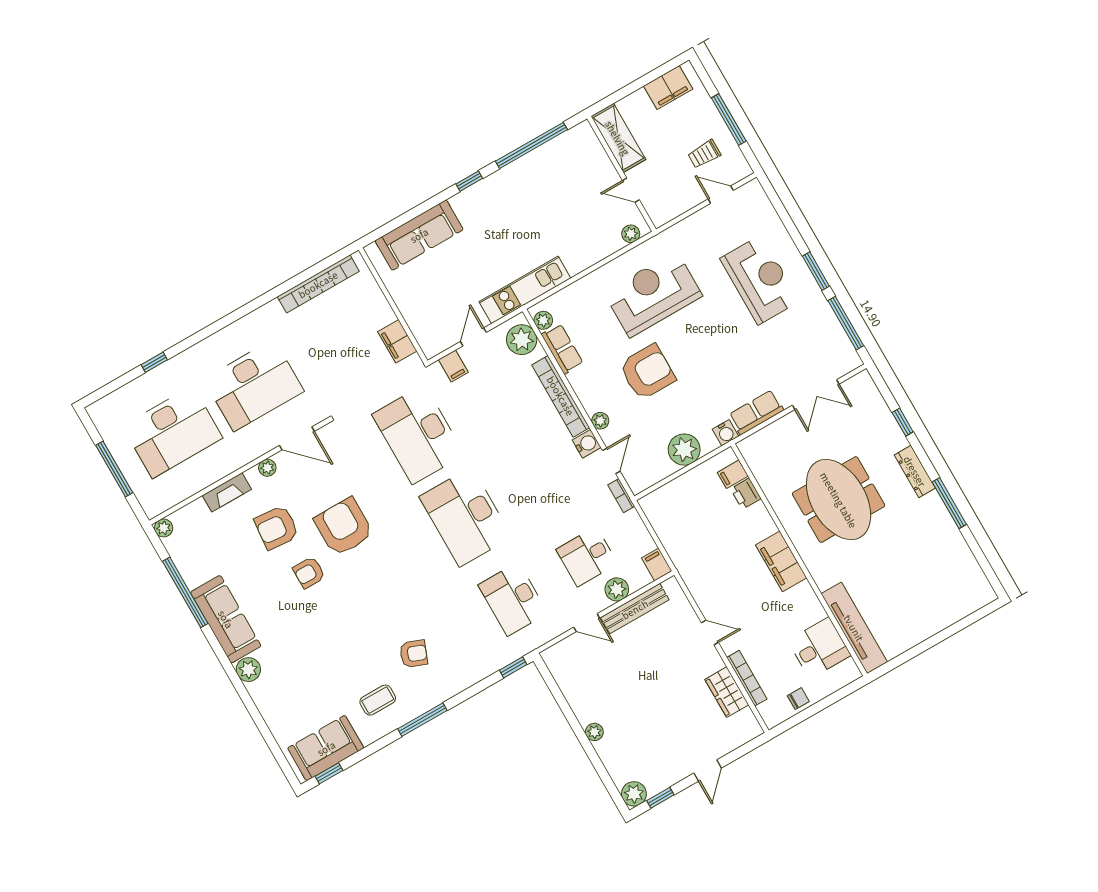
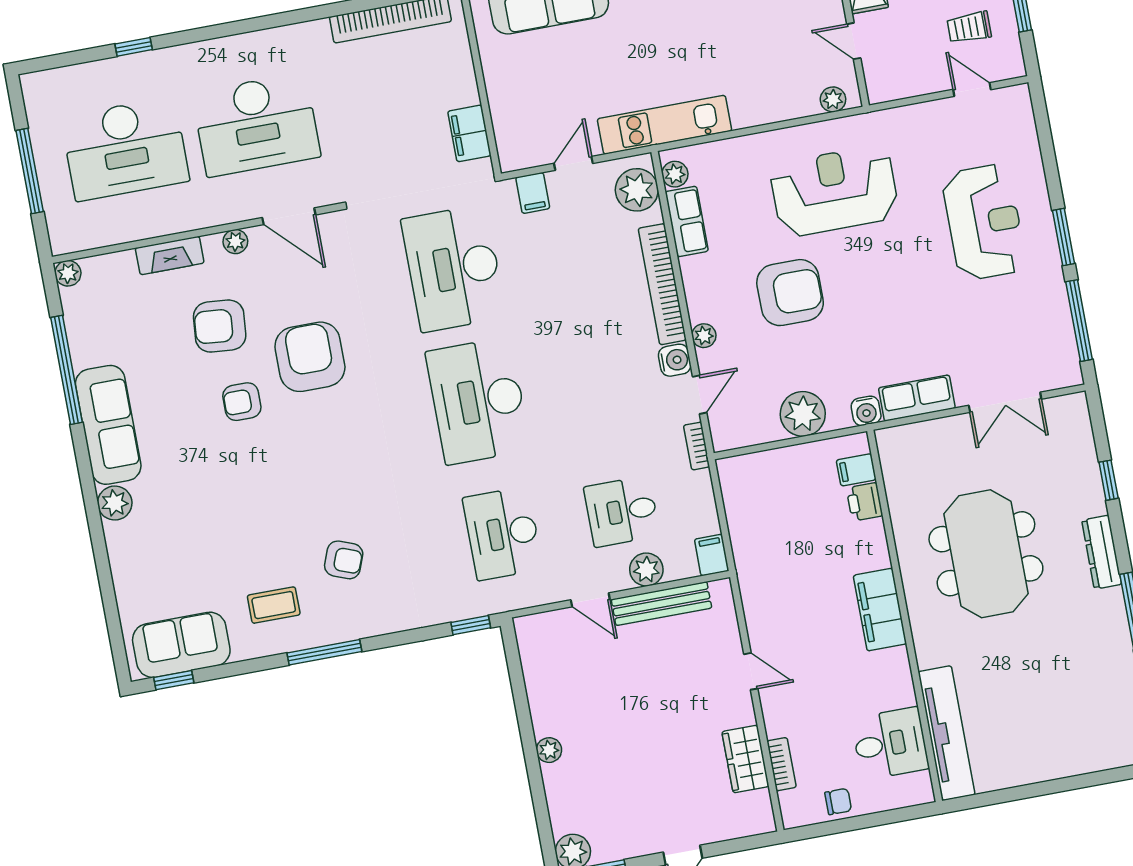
bookcase: (747, 678) -> (782, 764), width x0.64

